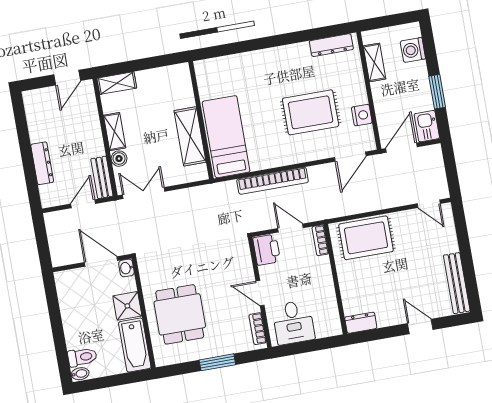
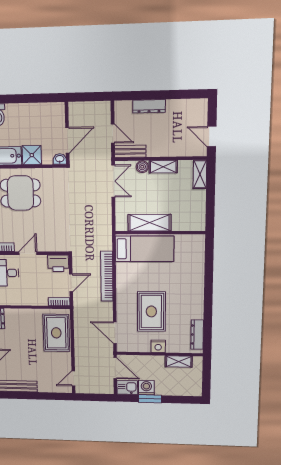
washing machine: (413, 50) -> (146, 388), moved
nightstand: (362, 115) -> (158, 346), moved

